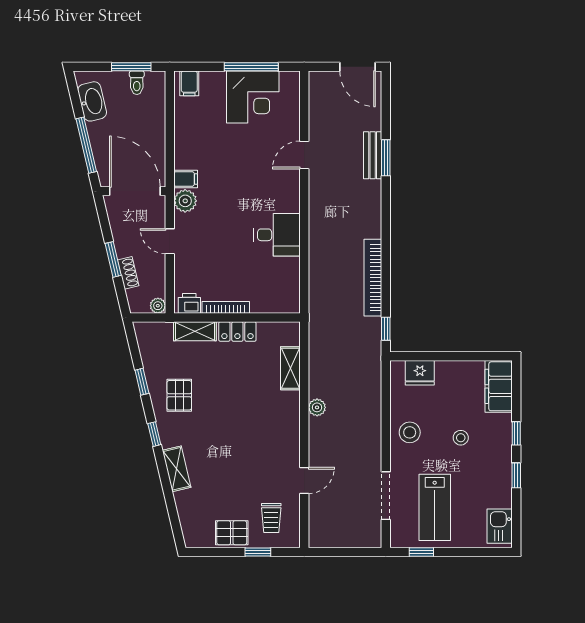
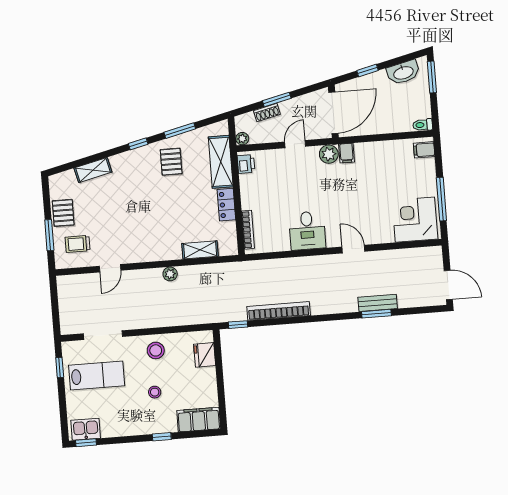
window: (131, 67) -> (432, 77), moved
door: (357, 67) -> (448, 285), swing flipped
toilet: (137, 83) -> (423, 125), moved
corner desk: (253, 97) -> (415, 220), moved, turned 90
window: (86, 145) -> (368, 70), width x0.46
door: (304, 155) -> (353, 249), moved
bookcase: (226, 307) -> (248, 230), moved
shelving: (195, 331) -> (221, 162), width x1.50, depth x1.33
window: (142, 382) -> (180, 131), width x1.50
pallet: (179, 395) -> (171, 162), turned 90
shelving: (177, 469) -> (93, 170), moved
window: (516, 475) -> (86, 443), moved
door: (304, 480) -> (110, 268), hinge flipped
lab bench: (435, 507) -> (97, 375), turned 180
window: (258, 552) -> (49, 235), width x1.50

